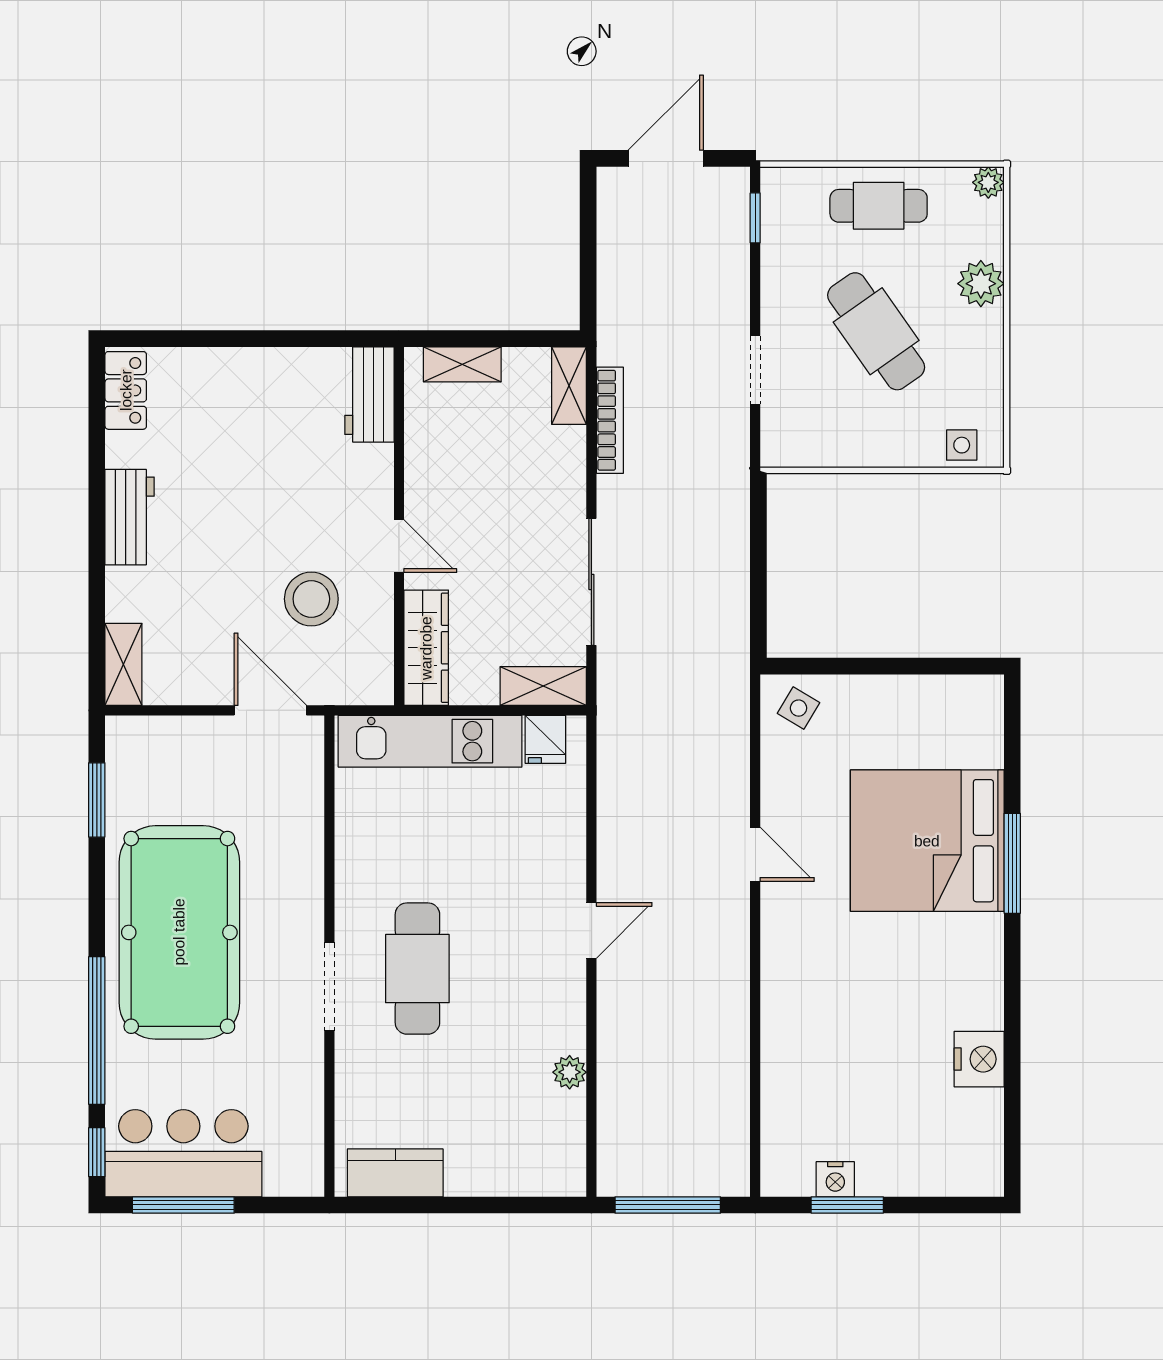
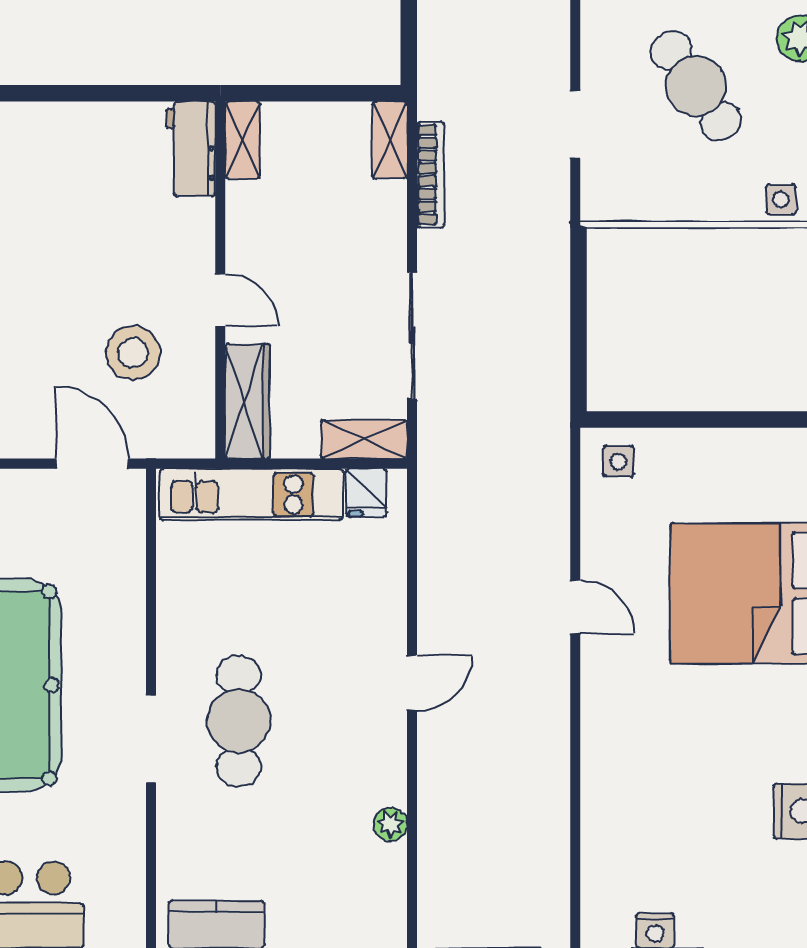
shelving: (462, 364) -> (243, 140), moved, turned 90
side table: (799, 708) -> (618, 461), turned -31

